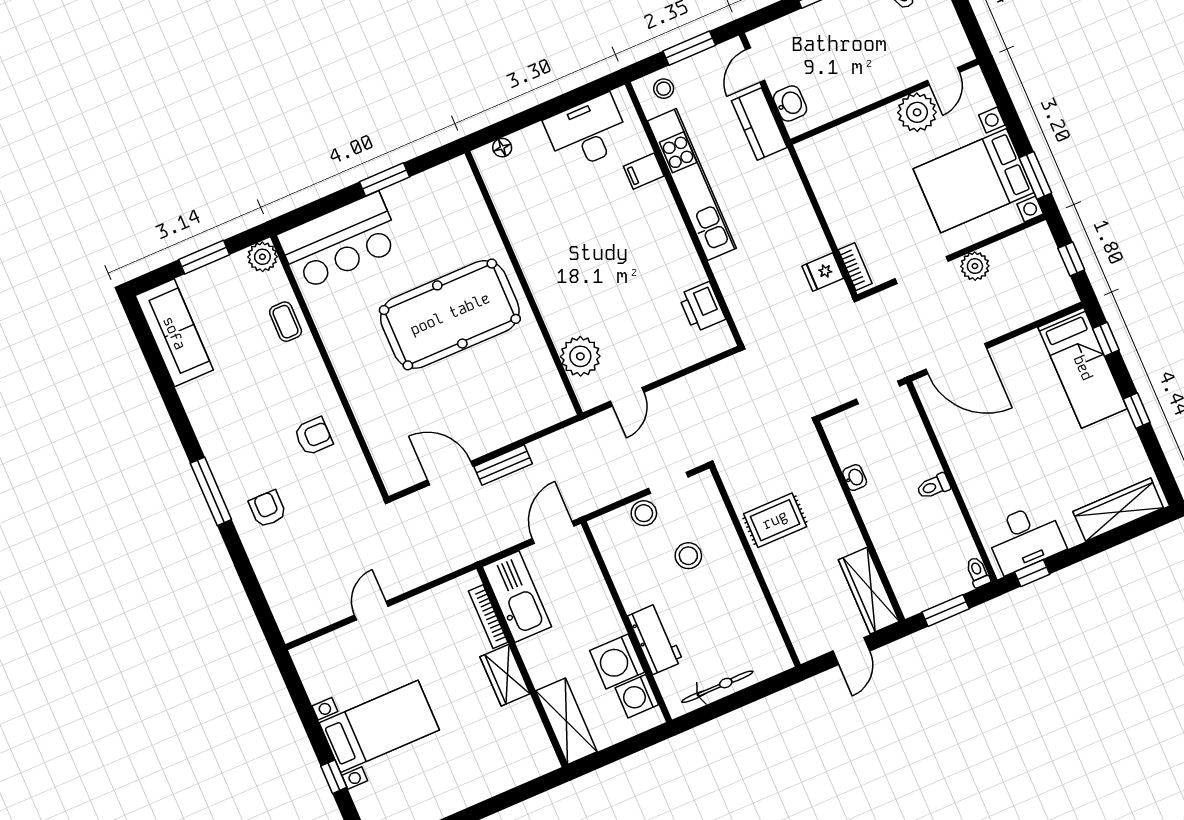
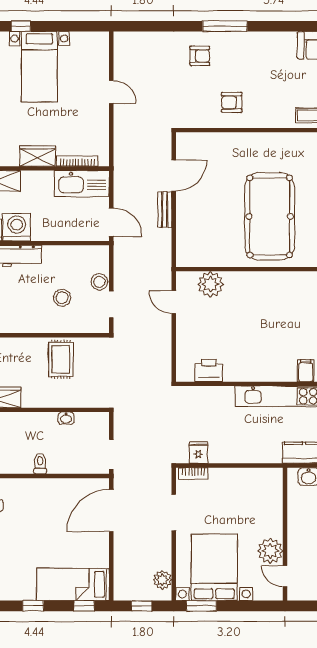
plant: (975, 266) -> (162, 580), moved
armchair: (313, 436) -> (232, 102), turned 90

